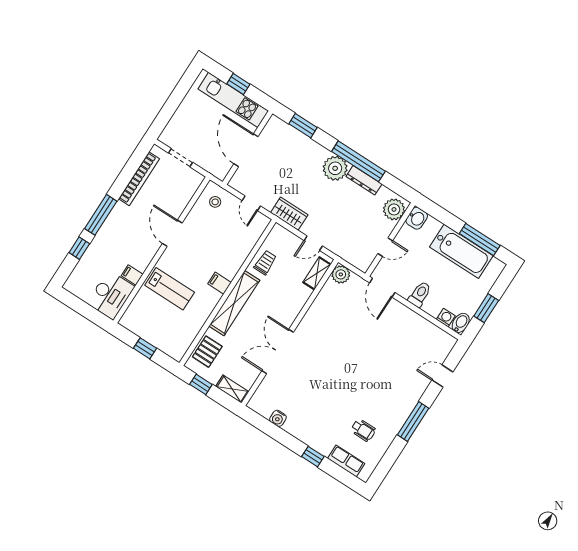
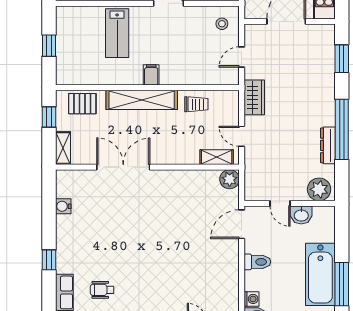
plant: (335, 168) -> (322, 112), removed
washbasin: (417, 218) -> (301, 215), moved
wheelchair: (363, 430) -> (102, 290), turned 90

